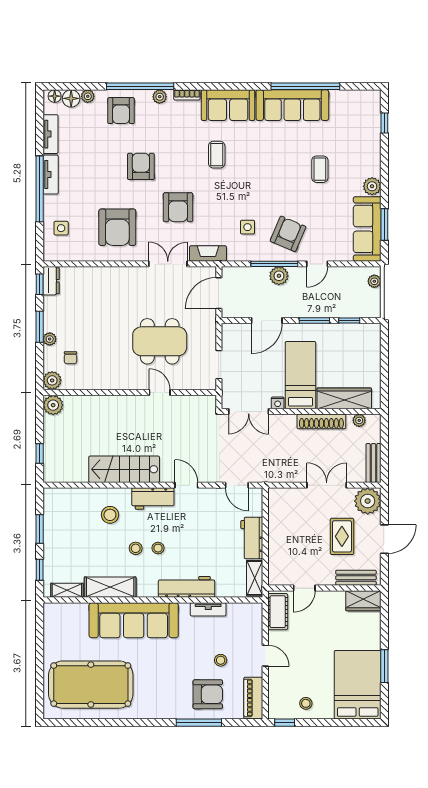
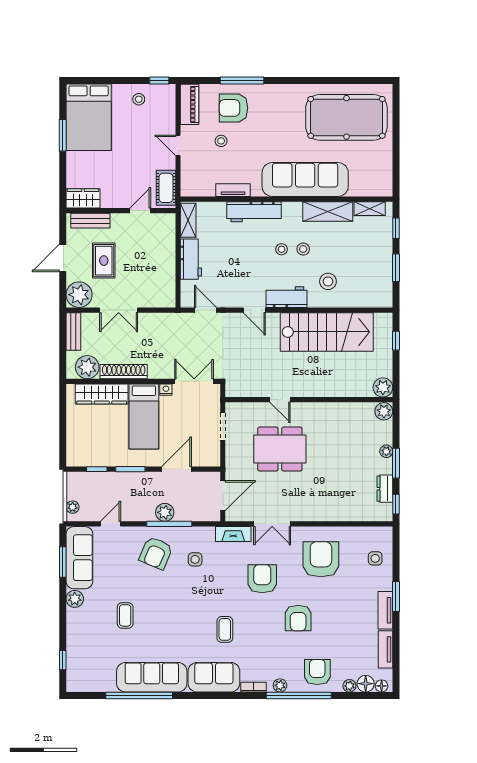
window: (40, 189) -> (396, 596), width x0.47
door: (317, 264) -> (111, 524), moved
dresser: (51, 281) -> (385, 489), moved
chair: (70, 358) -> (366, 433), removed
plant: (359, 420) -> (87, 367), width x1.88, depth x1.88
stairs: (124, 469) -> (327, 332), width x1.36, depth x1.51

